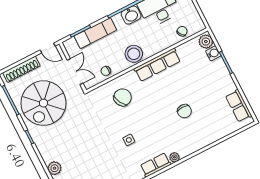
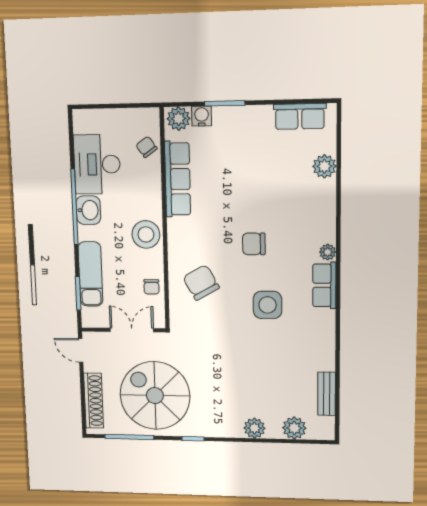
door: (48, 48) -> (81, 350), swing flipped
row of seats: (157, 65) -> (178, 179), moved
spiral stairs: (43, 103) -> (155, 396), turned 180
chair: (184, 111) -> (254, 244), moved, turned 180
plant: (219, 132) -> (324, 166), added
side table: (129, 140) -> (267, 305), width x1.87, depth x1.87

